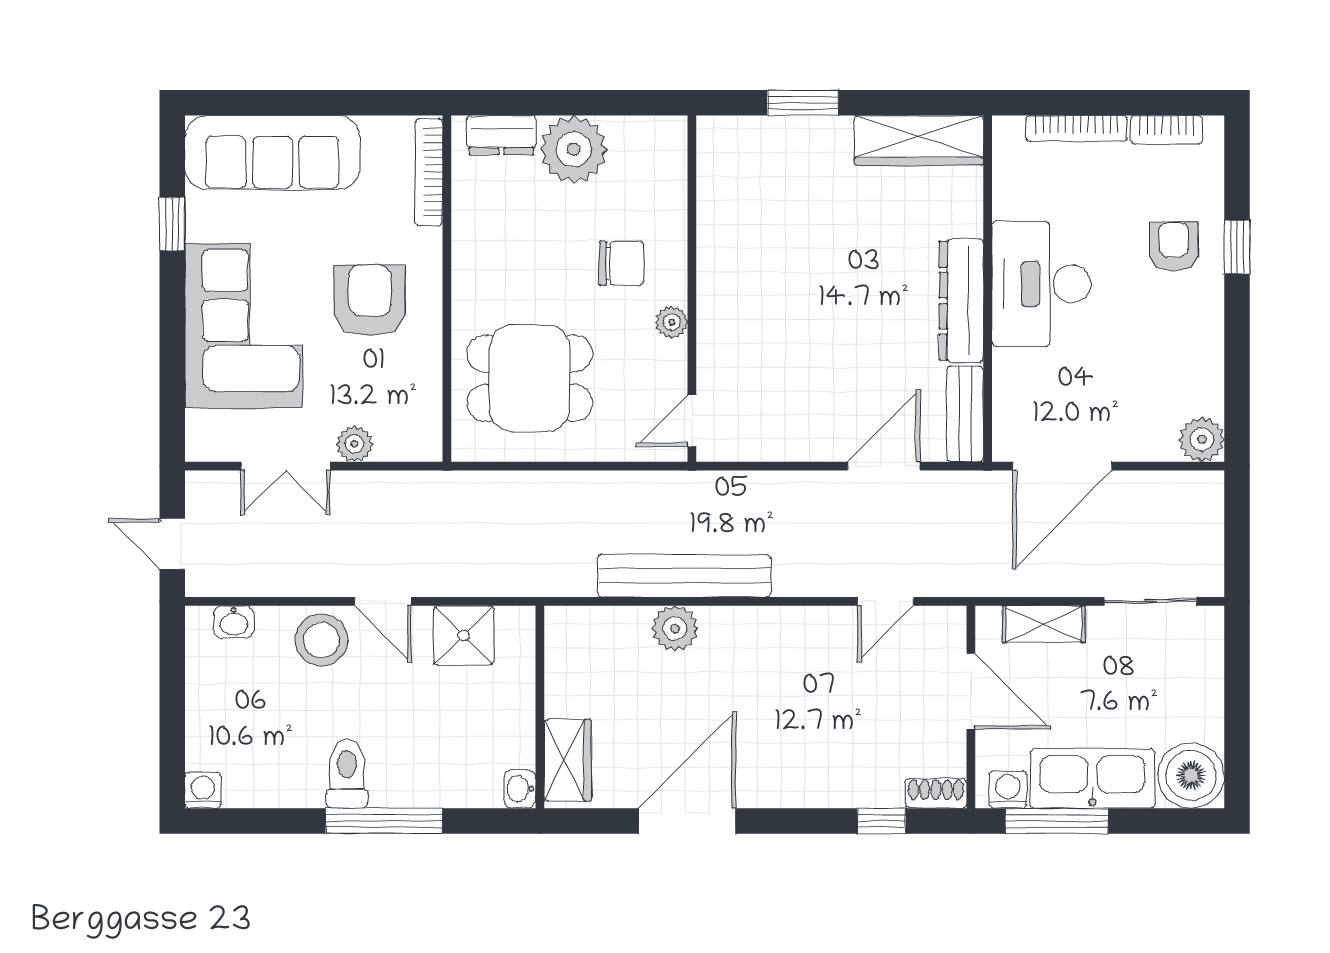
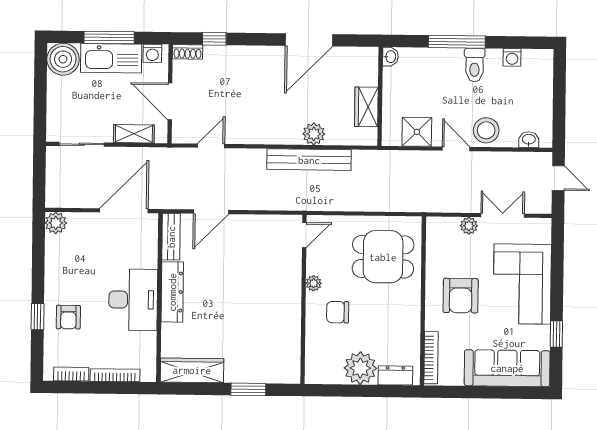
wardrobe: (568, 760) -> (366, 107), moved
washing machine: (203, 790) -> (512, 57), moved
window: (1057, 821) -> (109, 37), moved

